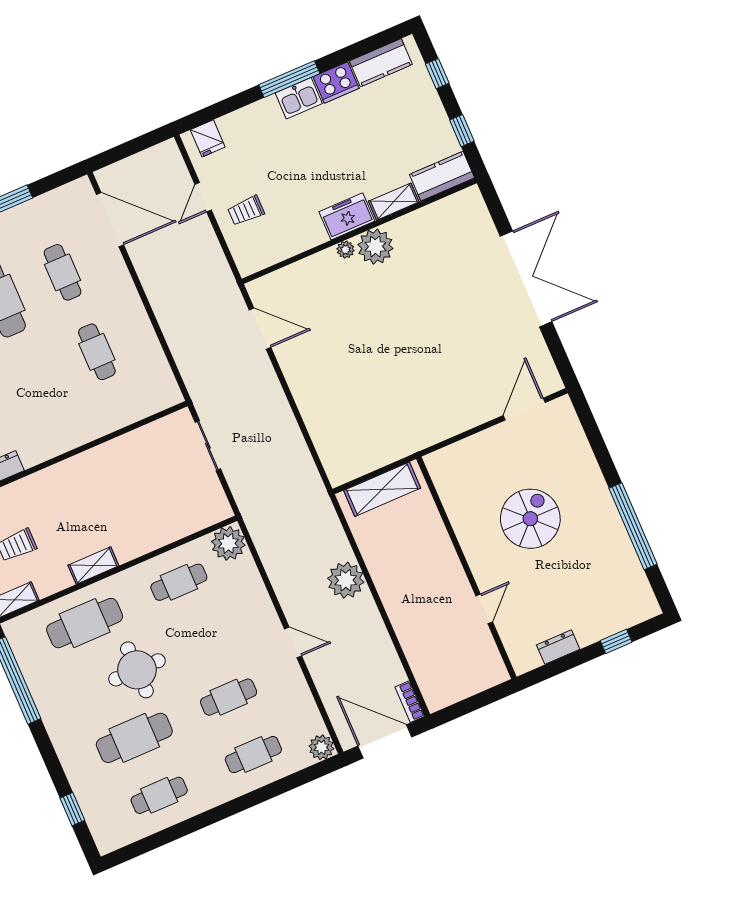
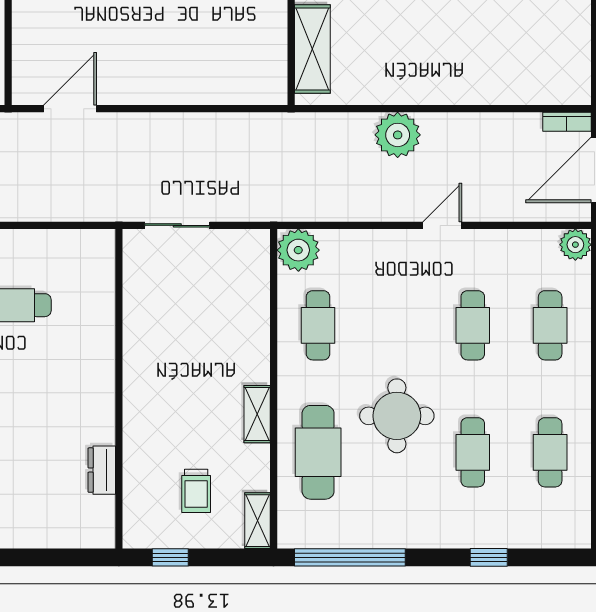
cafe table: (134, 738) -> (473, 452), width x0.73, depth x0.74
window: (72, 809) -> (489, 557), moved

